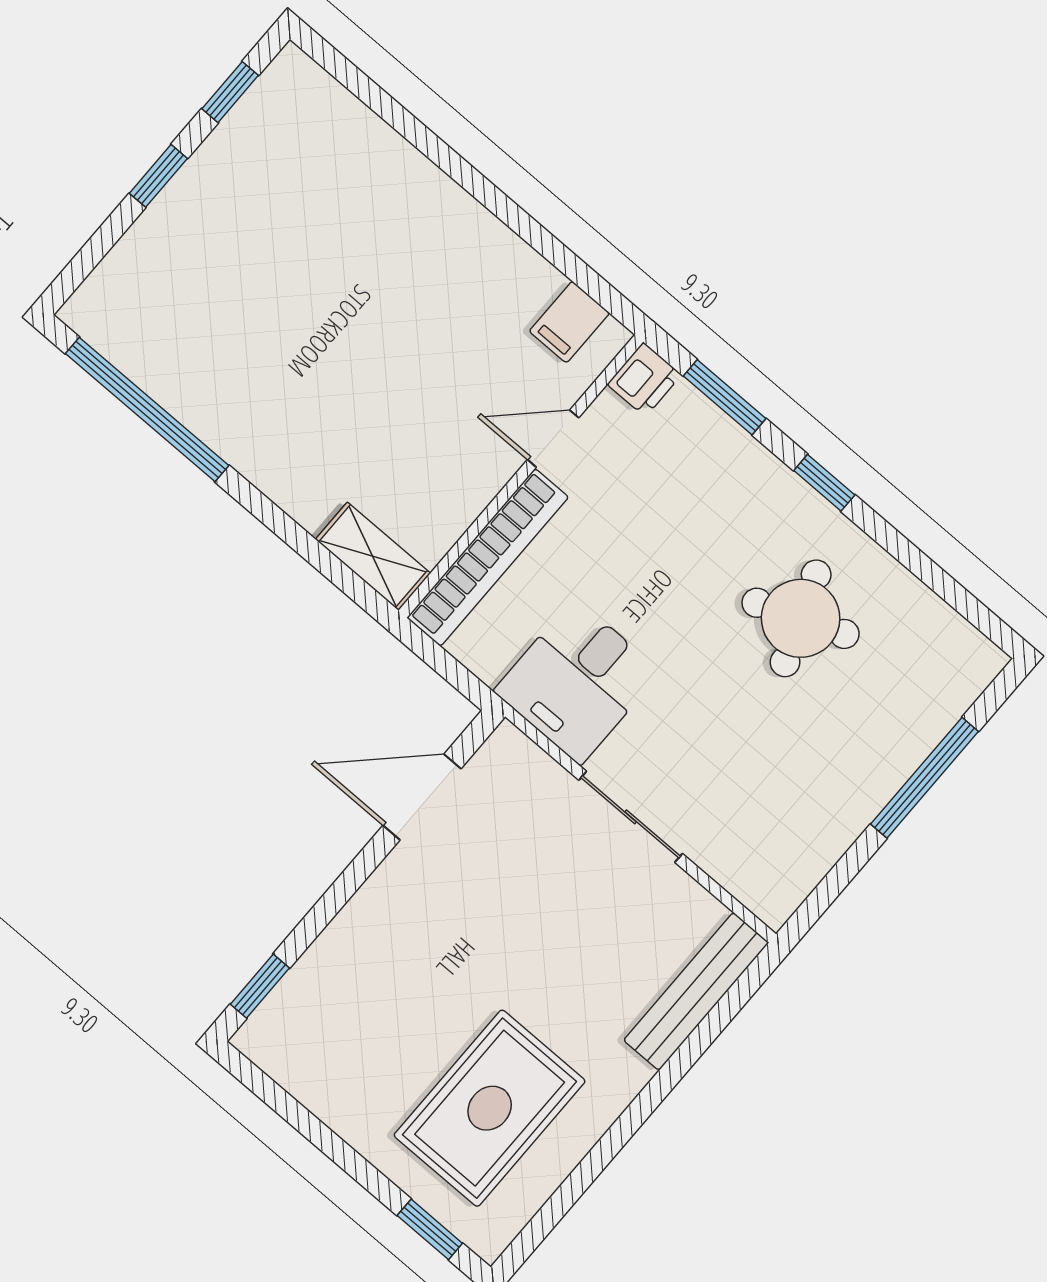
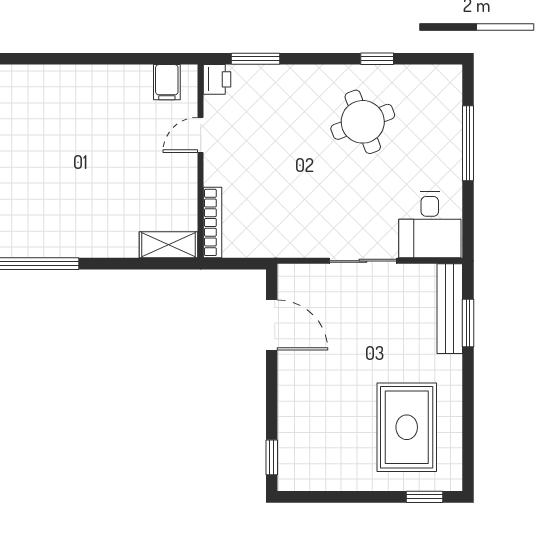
window: (824, 483) -> (377, 59), moved
bookcase: (488, 557) -> (213, 222), width x0.68, depth x0.76
desk: (577, 681) -> (430, 224), moved
door: (422, 797) -> (272, 325), swing flipped
window: (705, 1034) -> (468, 323), added

